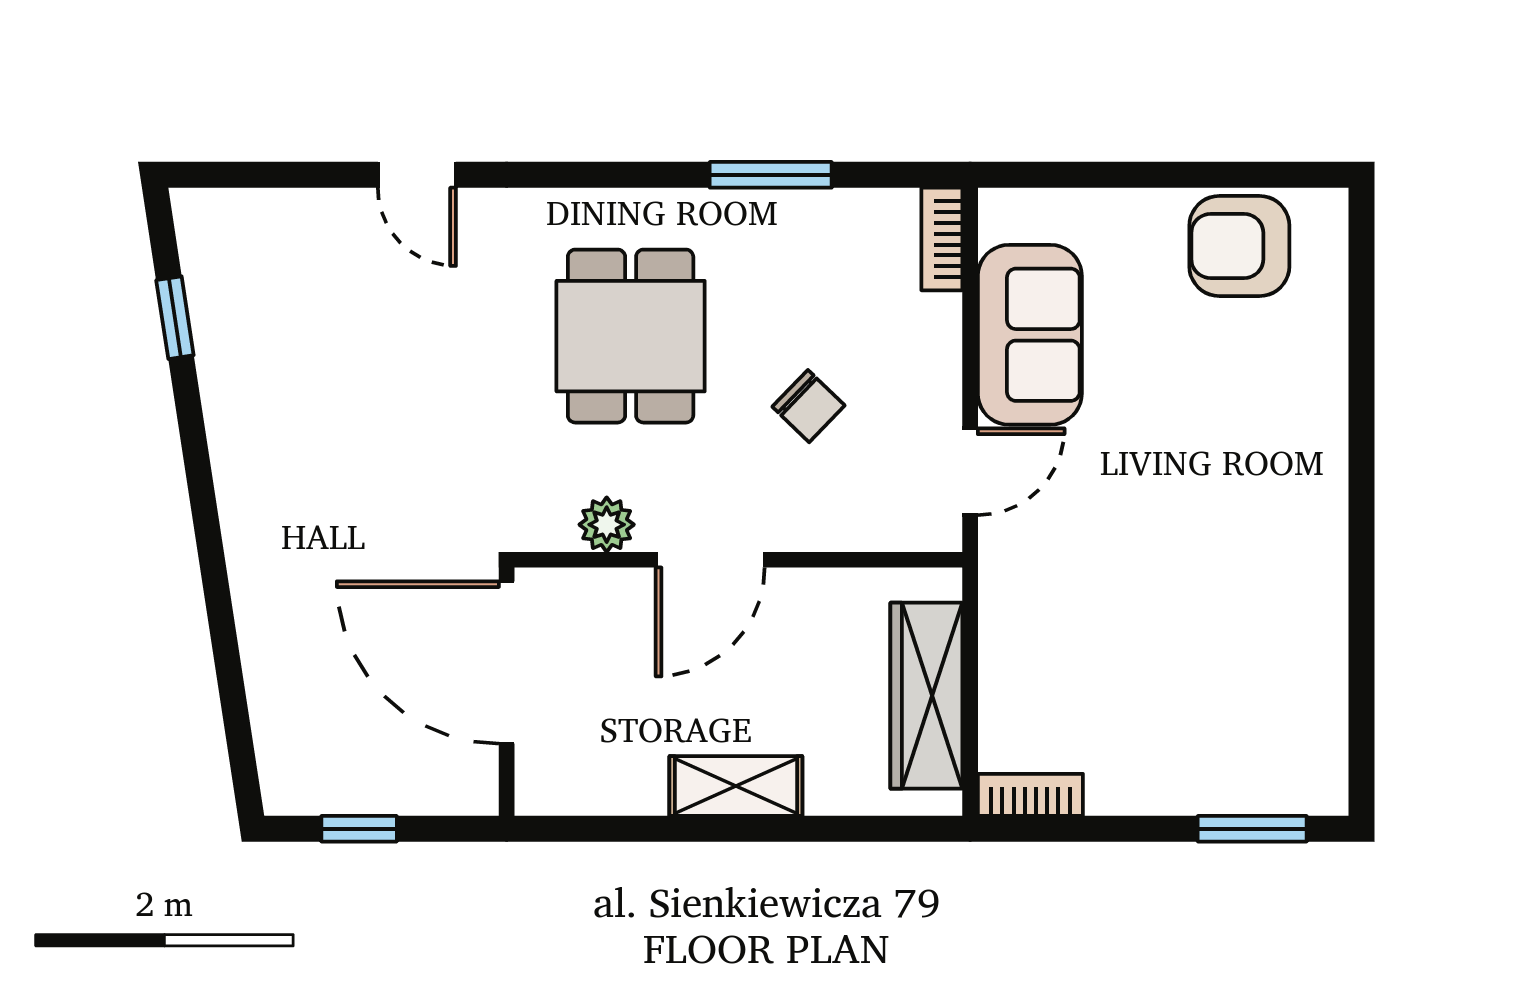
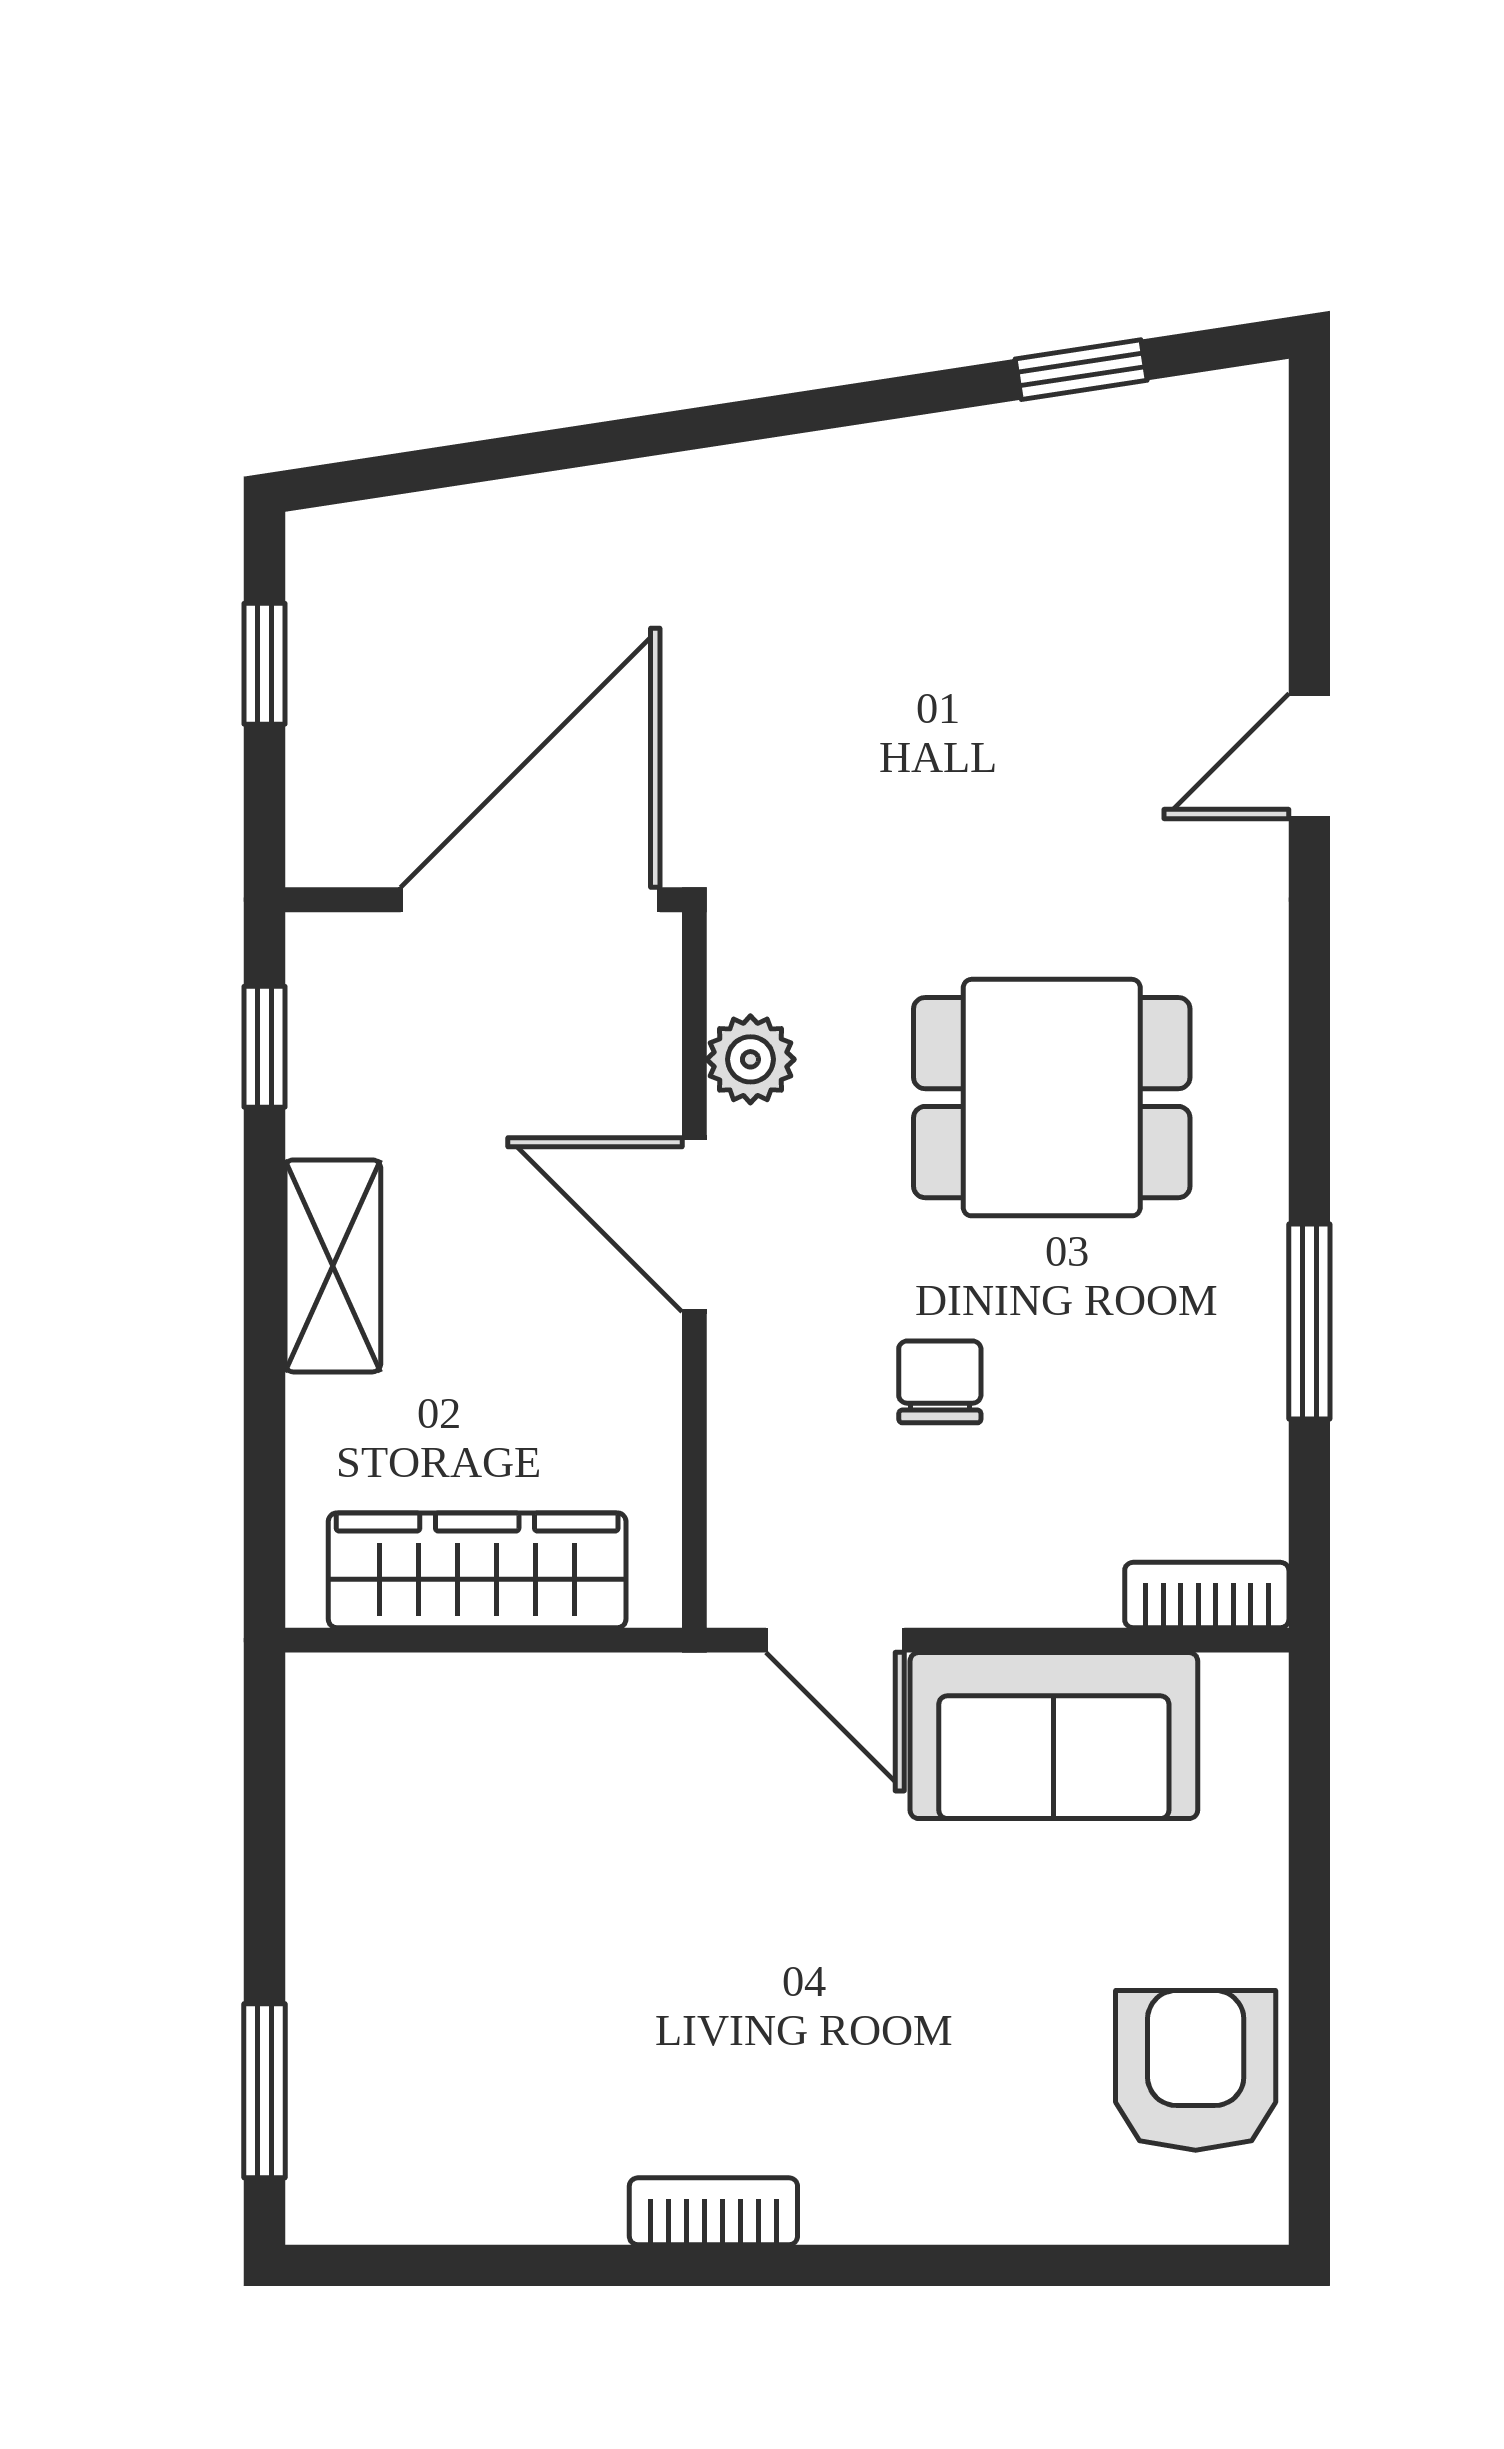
chair: (809, 406) -> (940, 1382), turned 136
bookcase: (1030, 795) -> (713, 2211), moved, turned -90
window: (599, 829) -> (265, 1047), added

